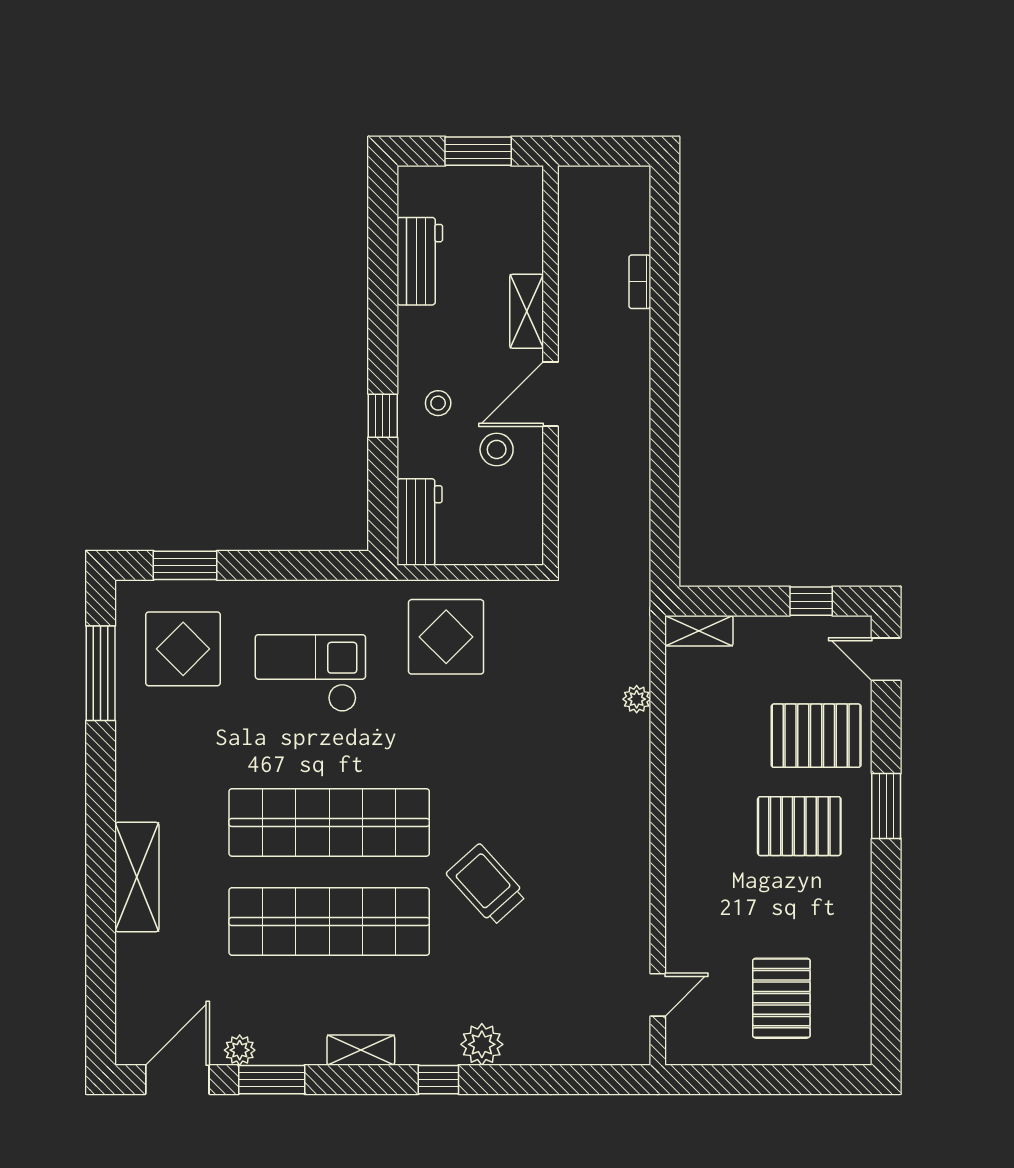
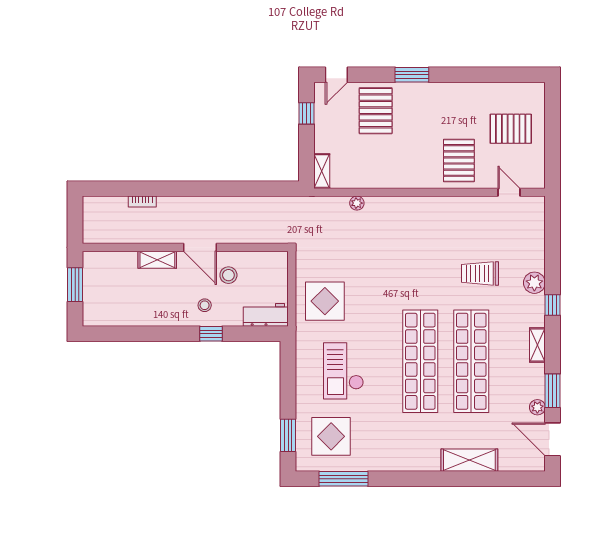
workbench: (420, 261) -> (132, 315), removed
pallet: (799, 826) -> (459, 160), moved
shelving: (137, 877) -> (469, 460), moved
trolley: (486, 885) -> (480, 273), moved, turned 42

